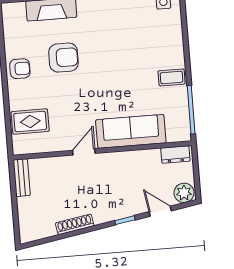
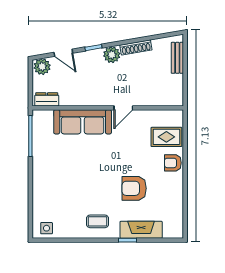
armchair: (20, 69) -> (173, 163), moved
coffee table: (172, 77) -> (97, 221), moved
bench: (22, 178) -> (177, 58), moved
plant: (103, 214) -> (112, 55), added

